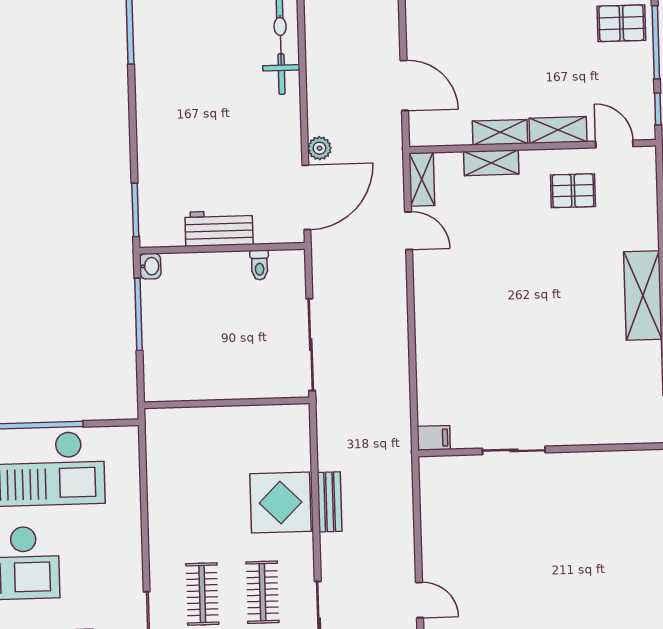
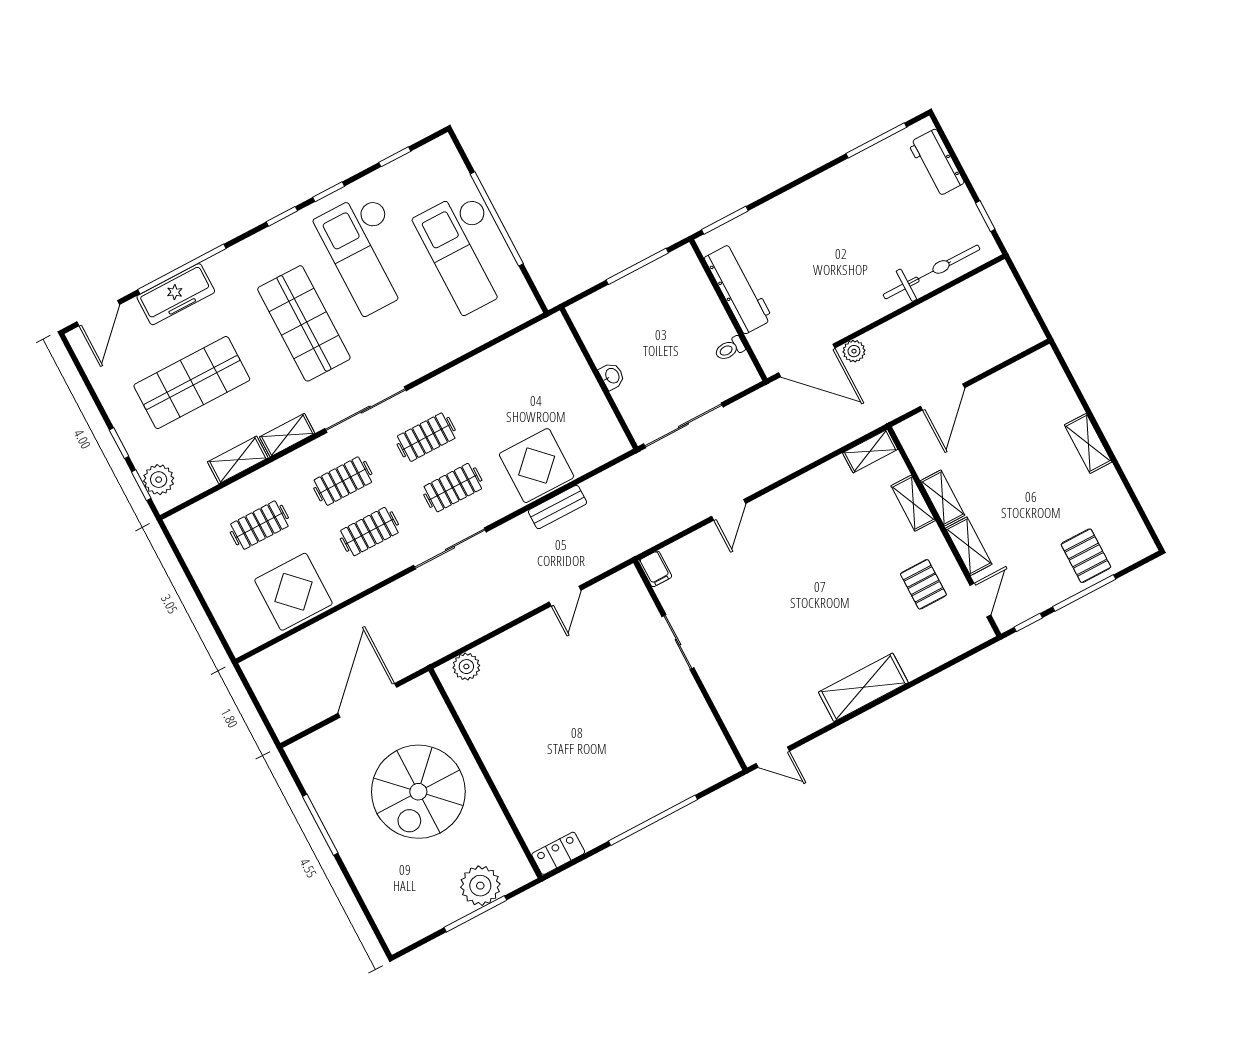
workbench: (219, 228) -> (738, 288), width x1.38
door: (409, 231) -> (729, 510), moved
washbasin: (150, 266) -> (612, 376), moved, turned -90
door: (419, 600) -> (565, 596), moved

